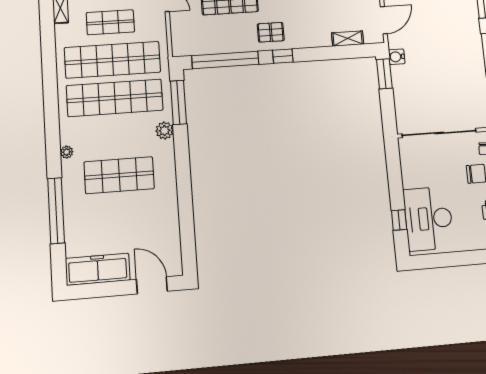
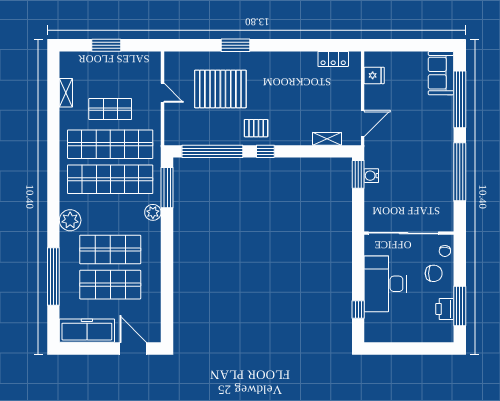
water cooler: (397, 57) -> (371, 176), moved
plant: (67, 152) -> (70, 220), width x1.88, depth x1.88
shop shelf: (121, 215) -> (110, 285), added
desk: (428, 219) -> (385, 284), moved

